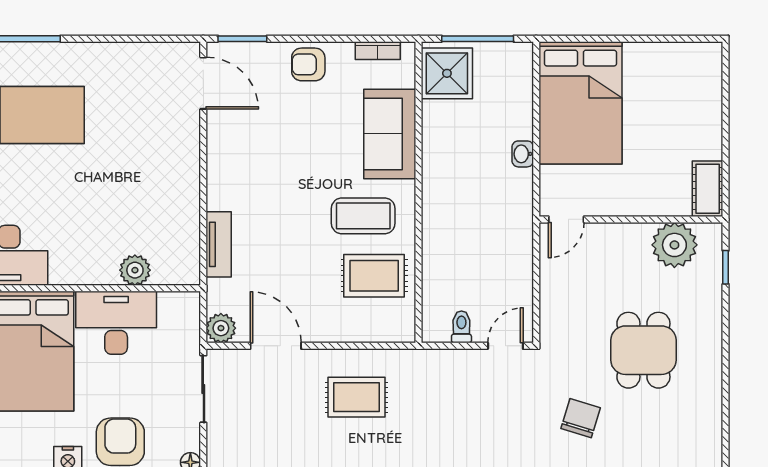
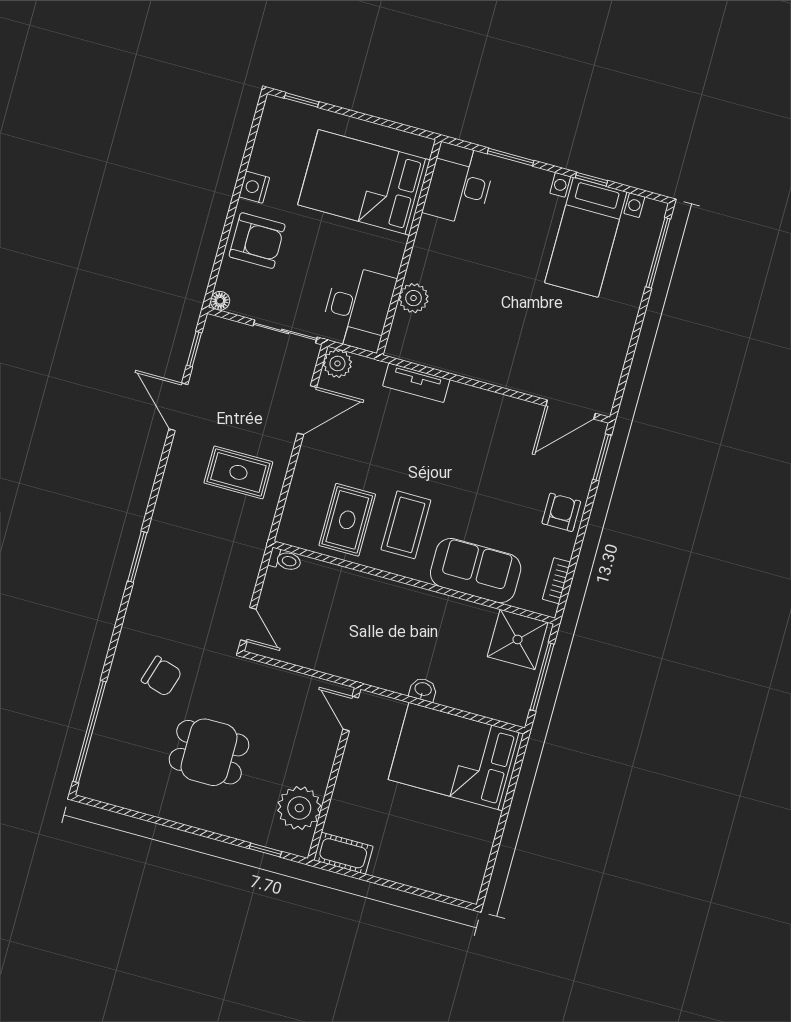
desk: (116, 323) -> (358, 308), moved
toilet: (461, 327) -> (285, 560), moved
rug: (357, 397) -> (238, 472), turned 90

